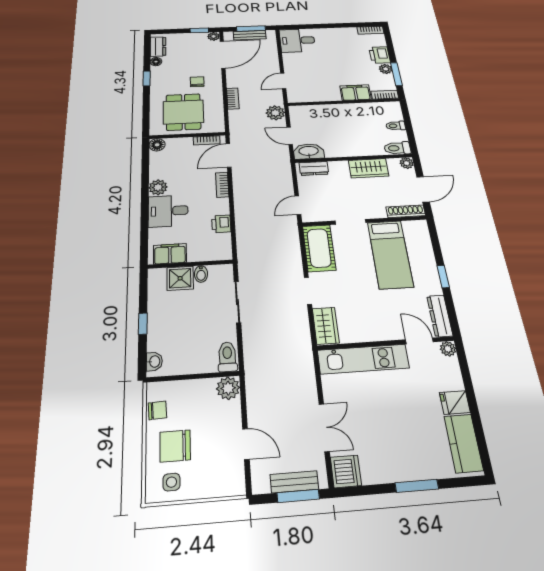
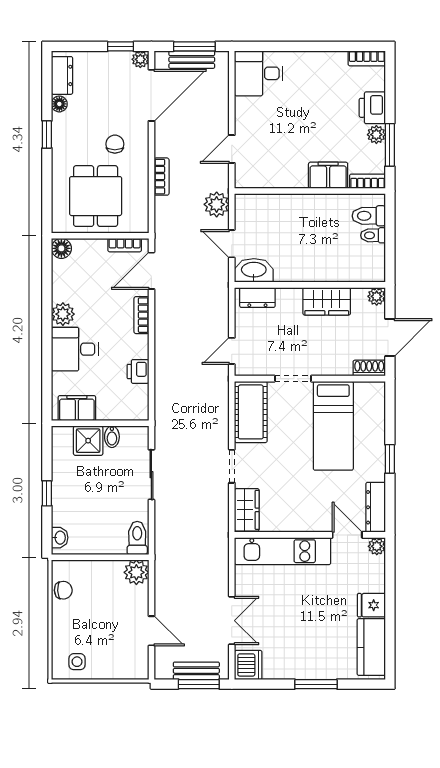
toilet: (397, 148) -> (369, 216), moved
shoe rack: (406, 211) -> (369, 368), width x0.70
chair: (175, 446) -> (81, 627), removed

